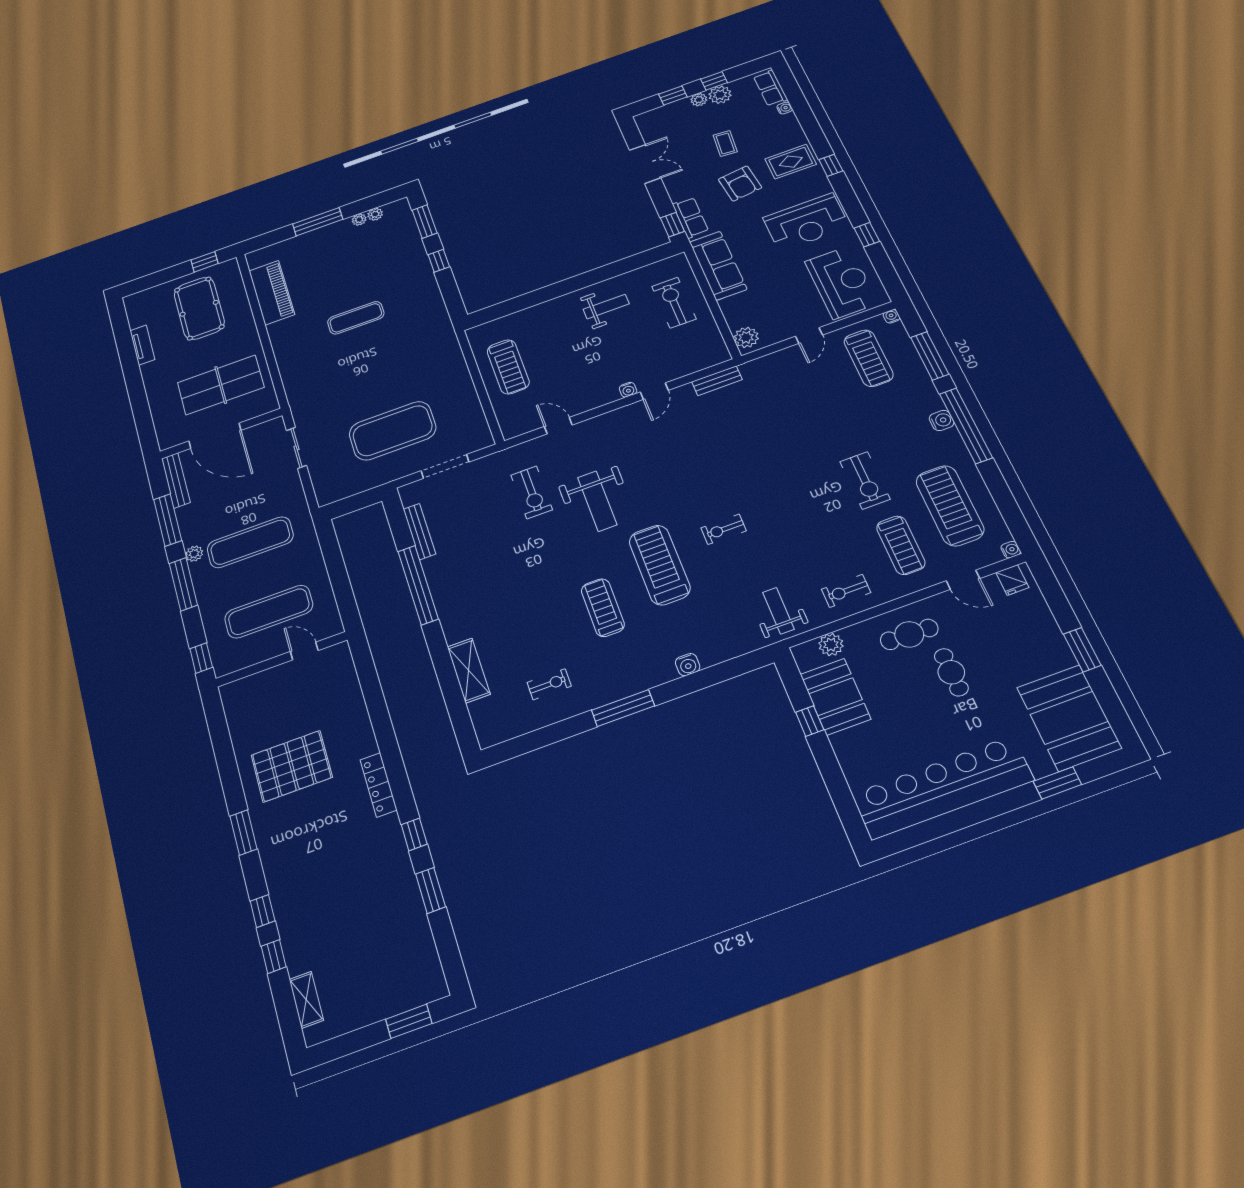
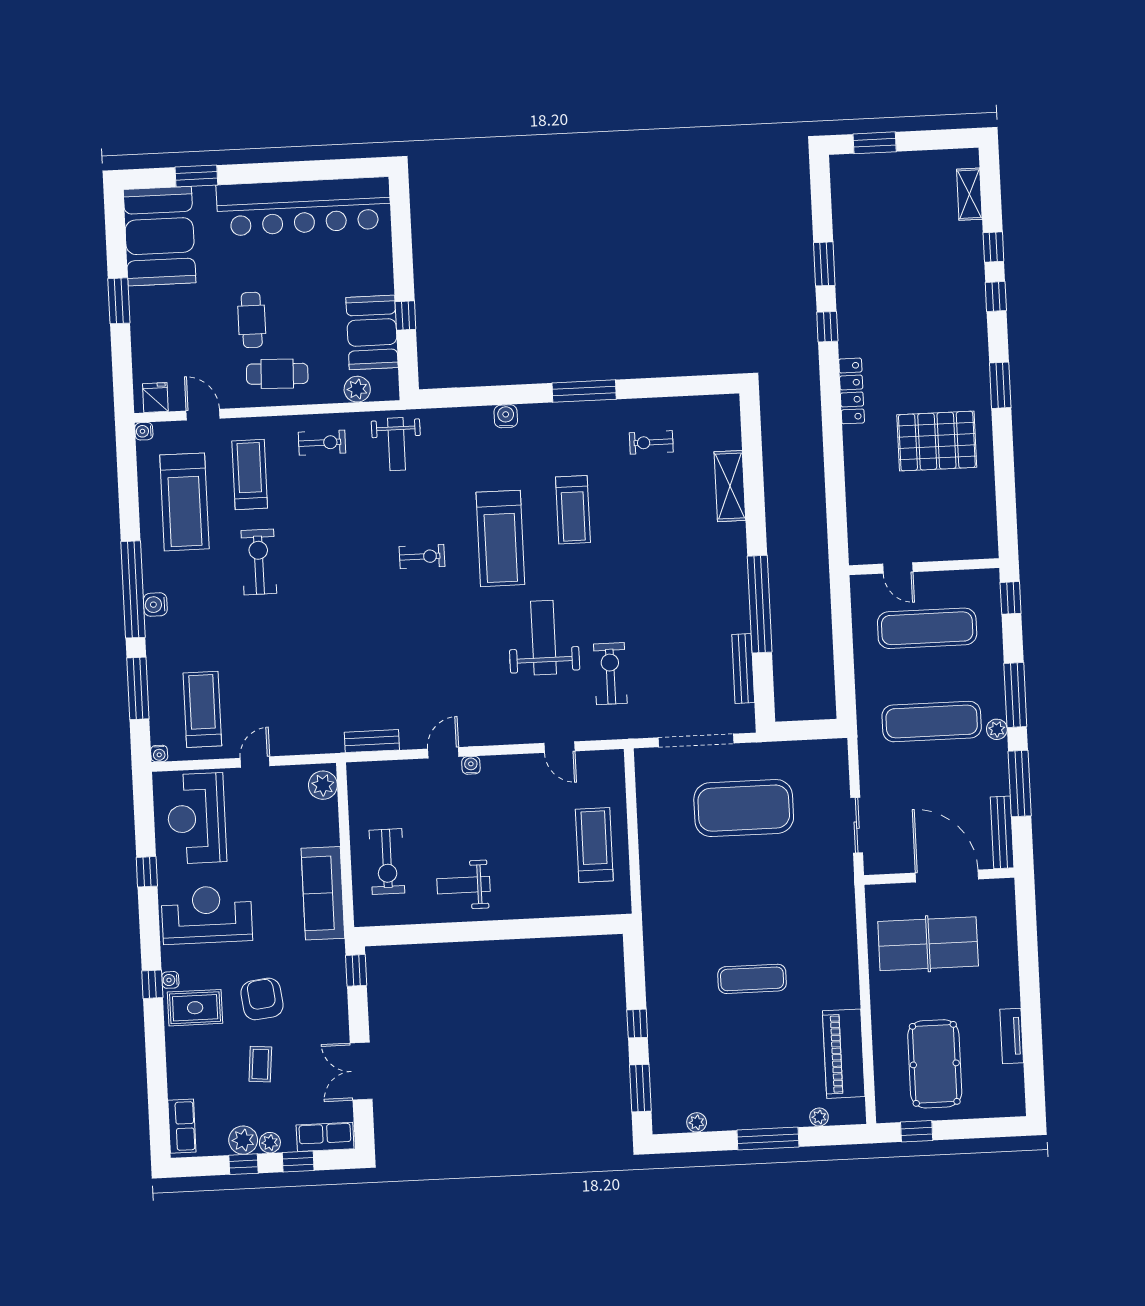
water cooler: (785, 108) -> (170, 980), moved
row of seats: (690, 218) -> (325, 1137), moved, turned 90
plant: (359, 220) -> (819, 1117), moved
doorway: (445, 466) -> (696, 740), width x1.36

